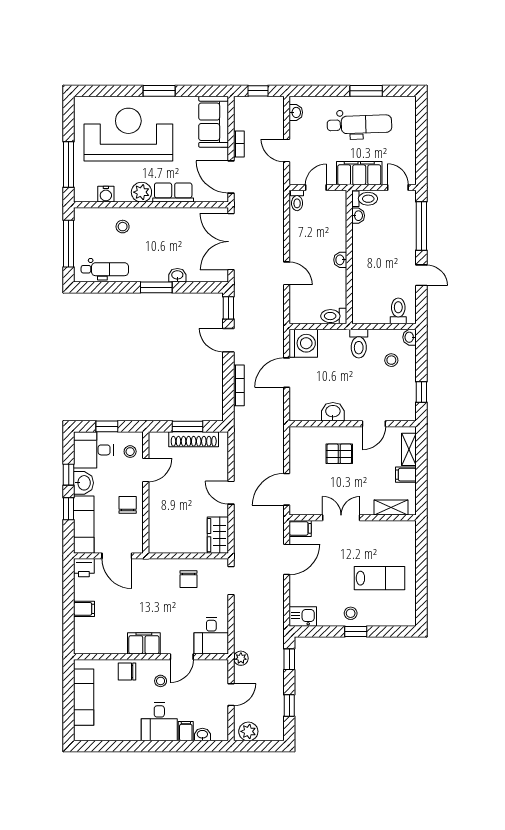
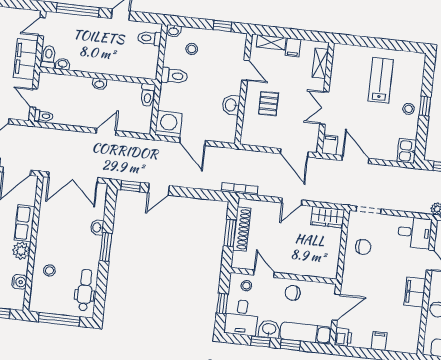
bookcase: (239, 385) -> (240, 189), moved

